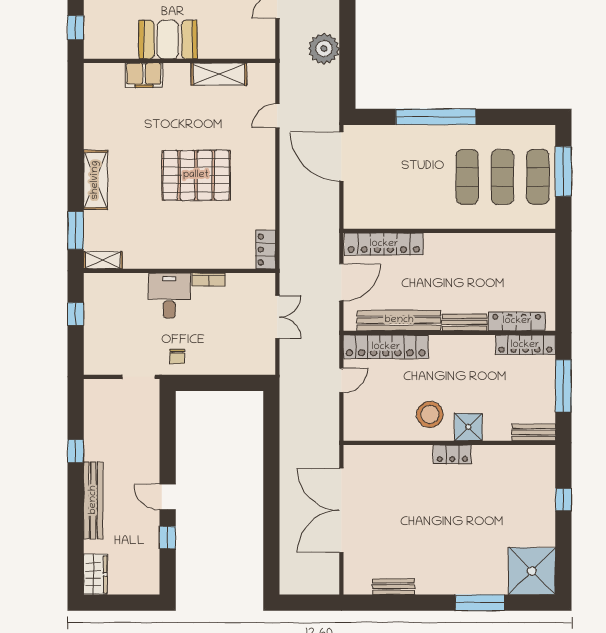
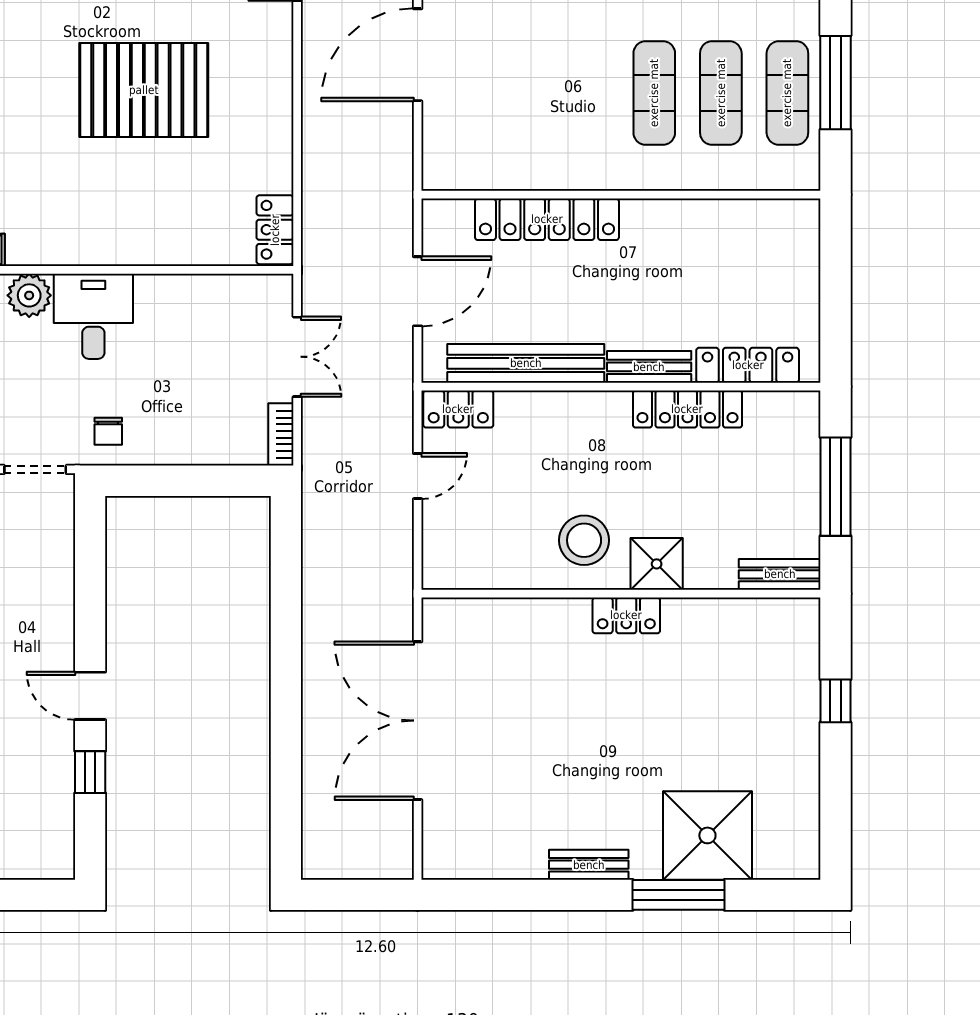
door: (341, 157) -> (418, 55), hinge flipped
locker: (384, 244) -> (547, 219), moved
bookcase: (209, 279) -> (281, 434), moved, turned 90
plant: (135, 284) -> (29, 295), added
locker: (525, 345) -> (687, 409), moved
locker: (386, 347) -> (458, 409), width x0.46, depth x0.83
shower: (532, 571) -> (707, 835), moved
bench: (394, 587) -> (589, 865), moved

